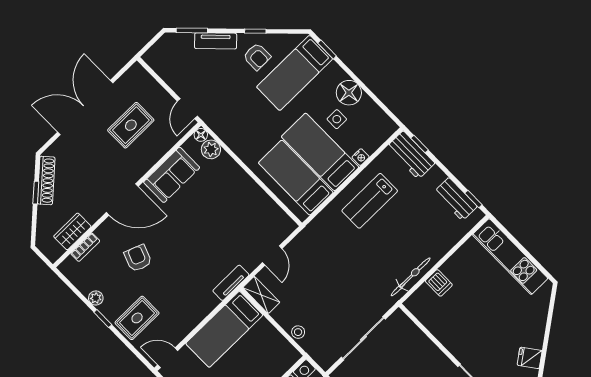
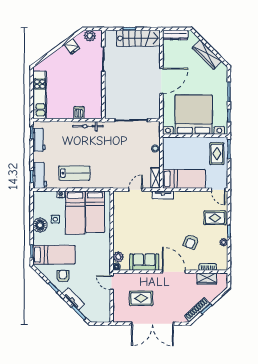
door: (187, 109) -> (112, 283), swing flipped

